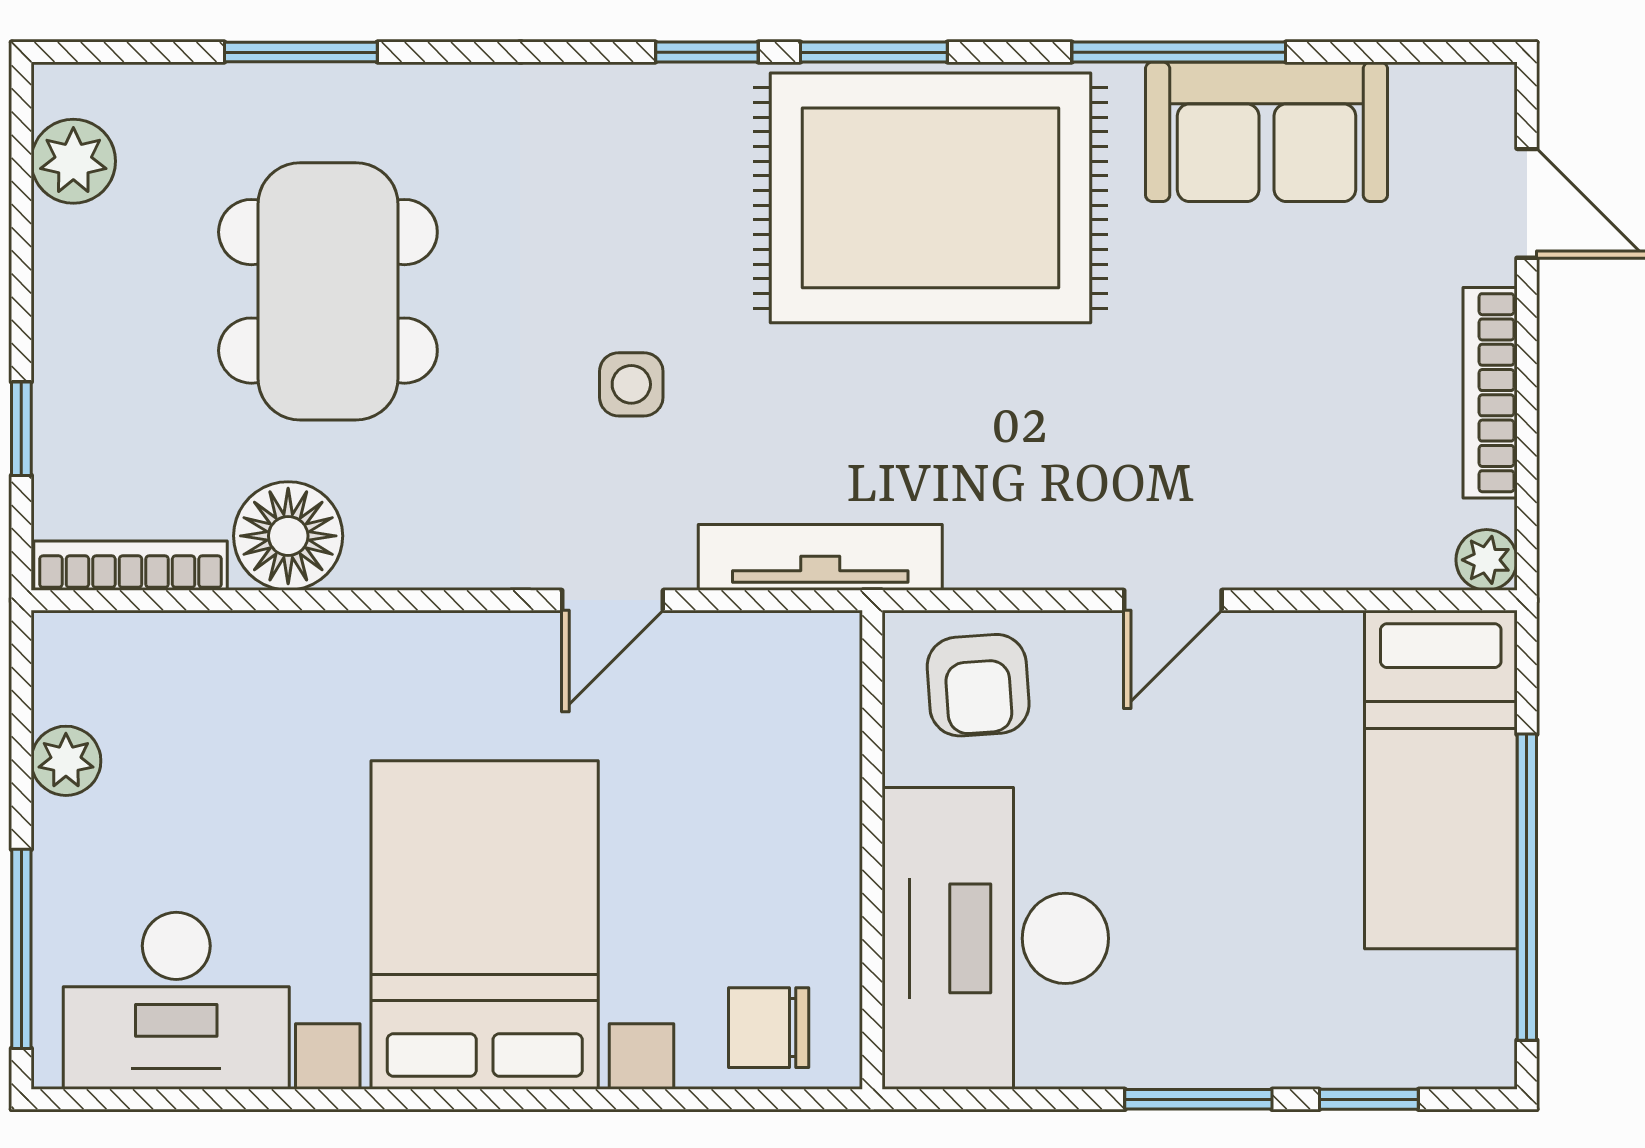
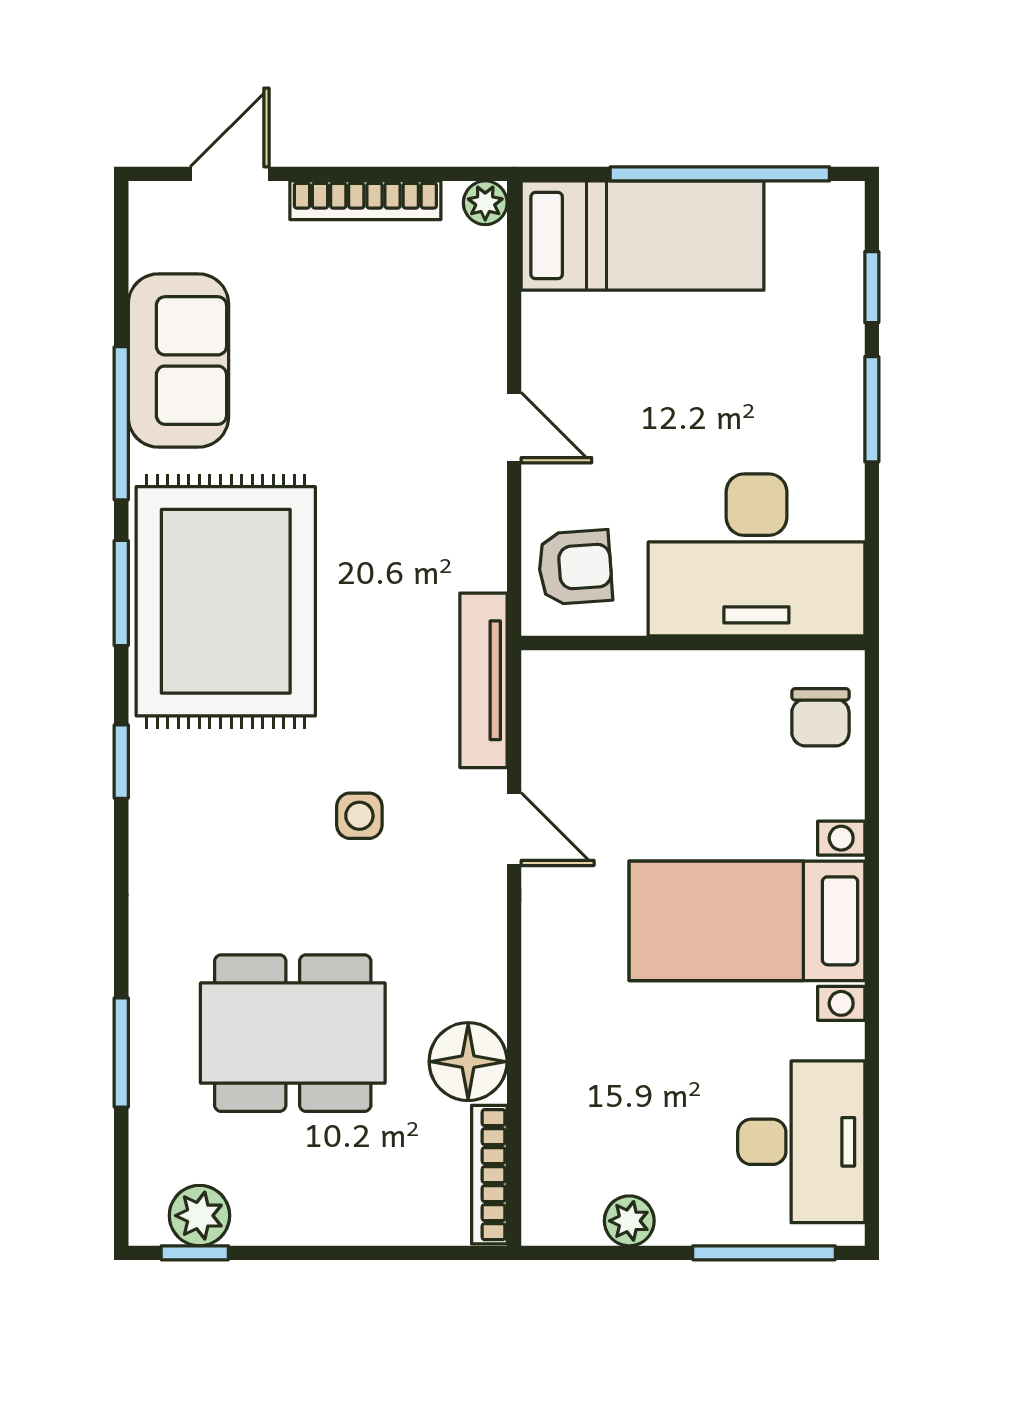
window: (874, 52) -> (121, 593), moved
window: (21, 429) -> (195, 1253), moved
bed with nightstands: (485, 925) -> (747, 921), width x0.73

